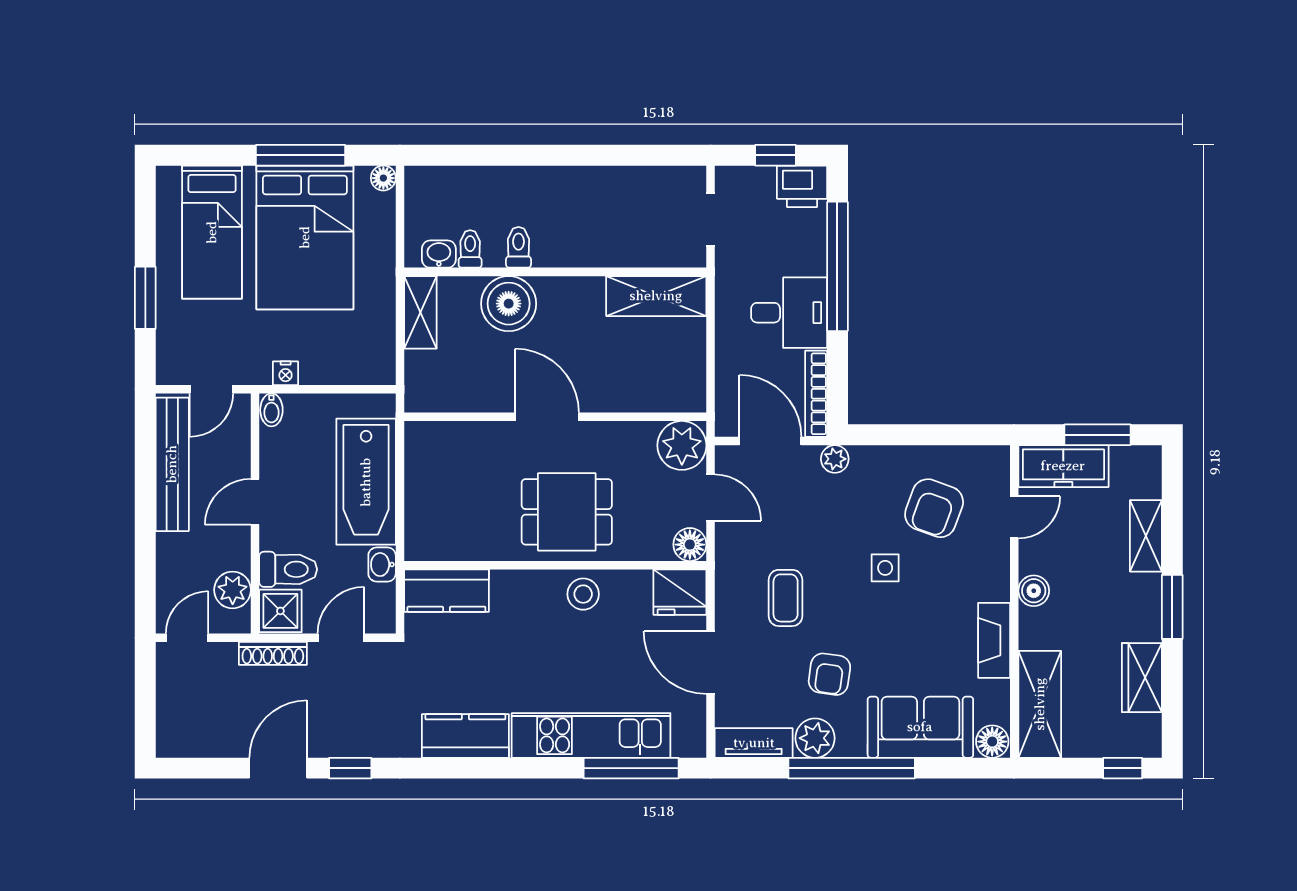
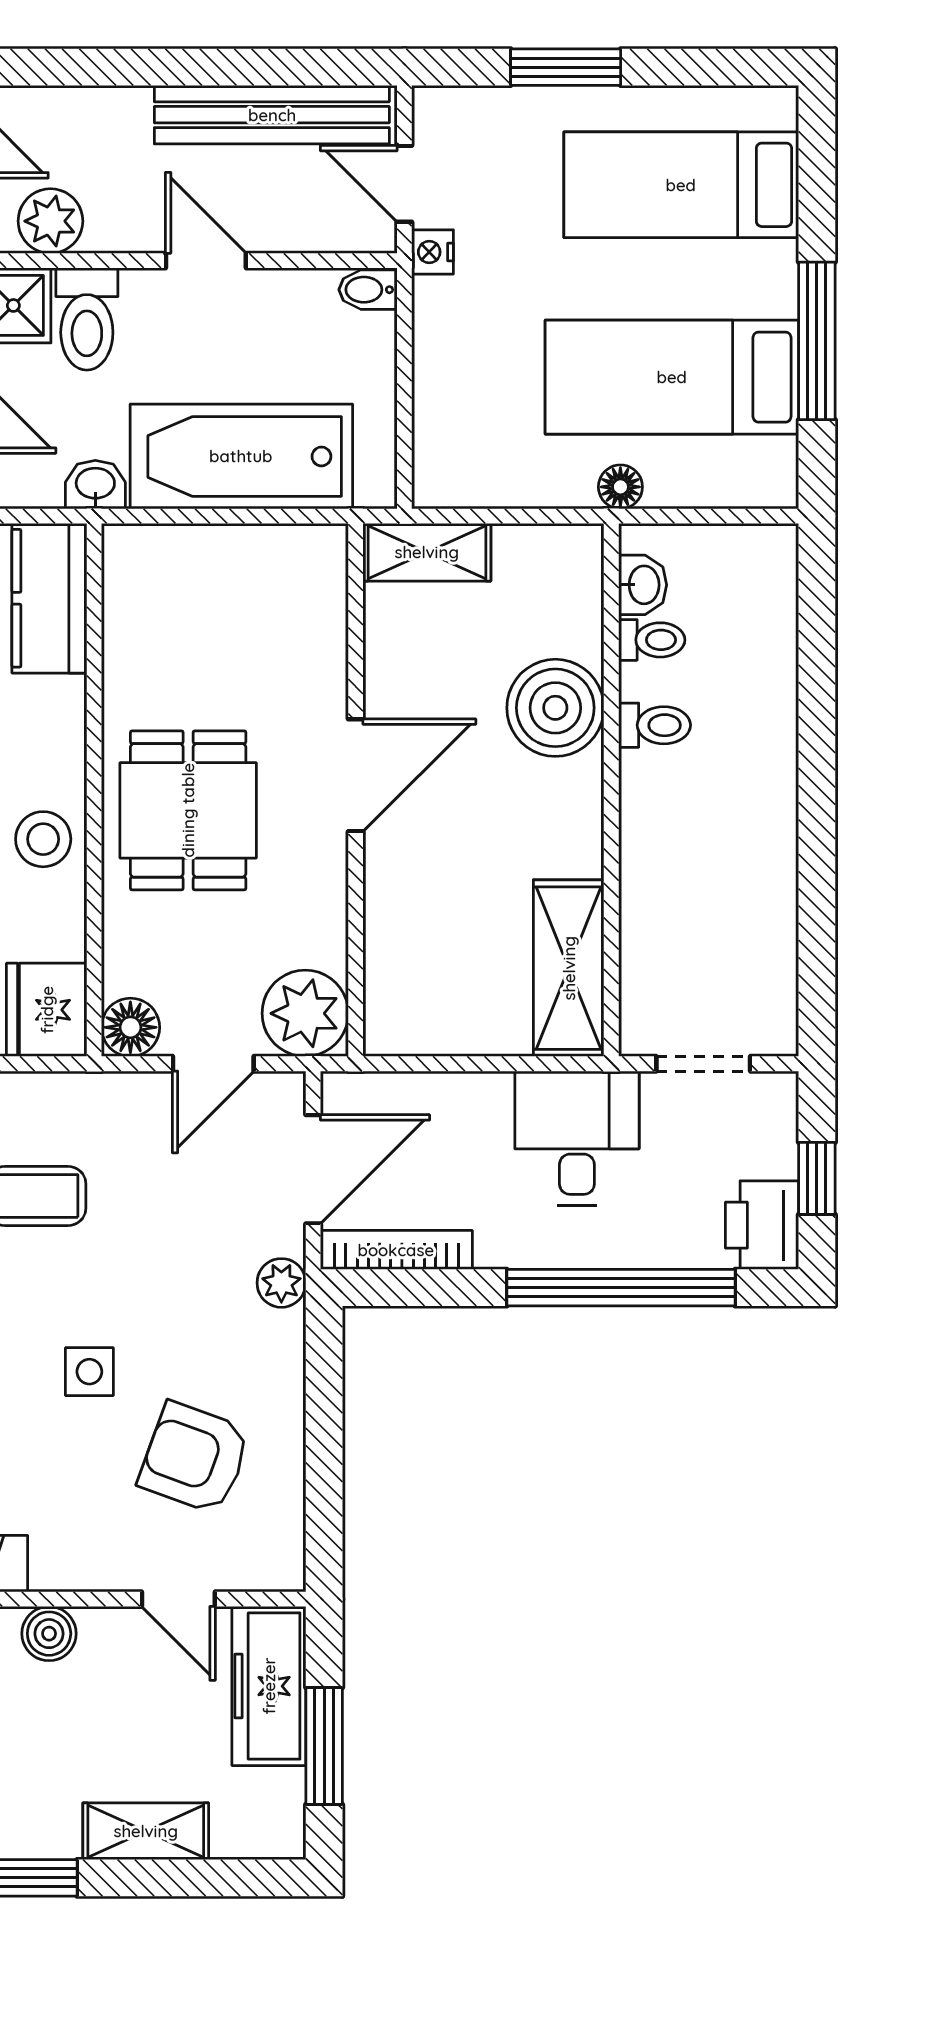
floor lamp: (383, 178) -> (620, 487), moved
bed: (305, 237) -> (672, 377), width x0.67
shelving: (420, 312) -> (427, 552), moved
desk: (789, 313) -> (577, 1138), moved, turned 180
nightstand: (286, 373) -> (433, 252), moved

